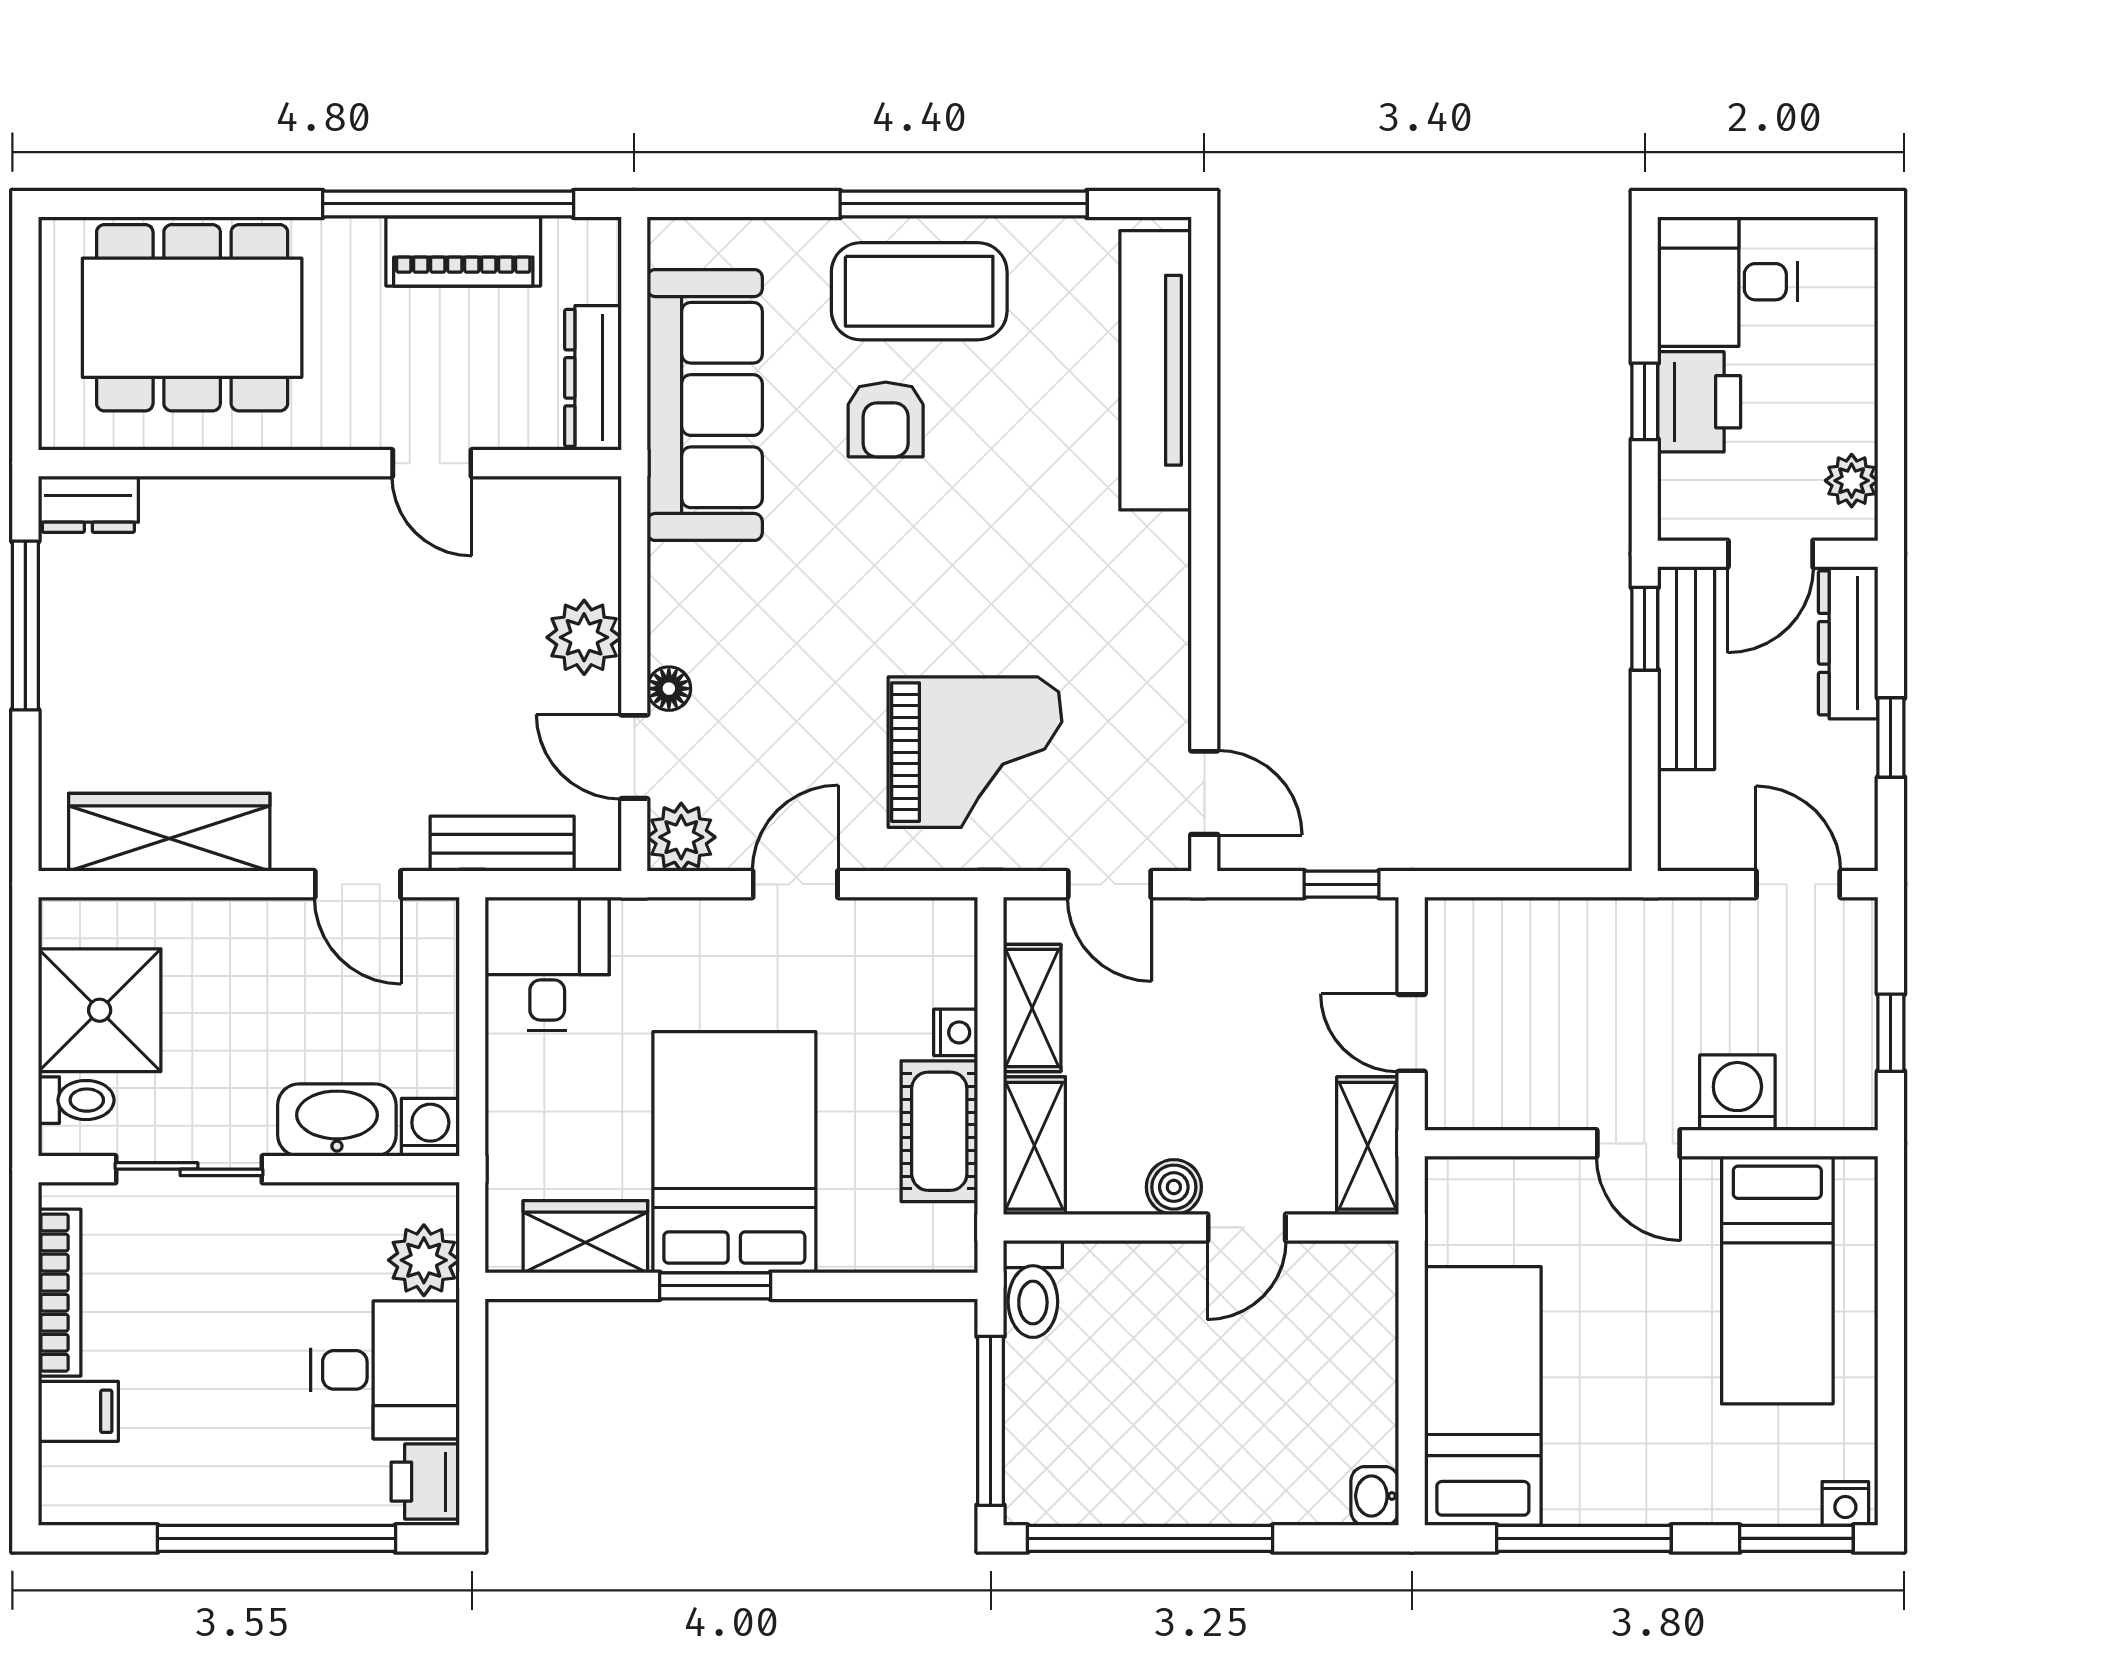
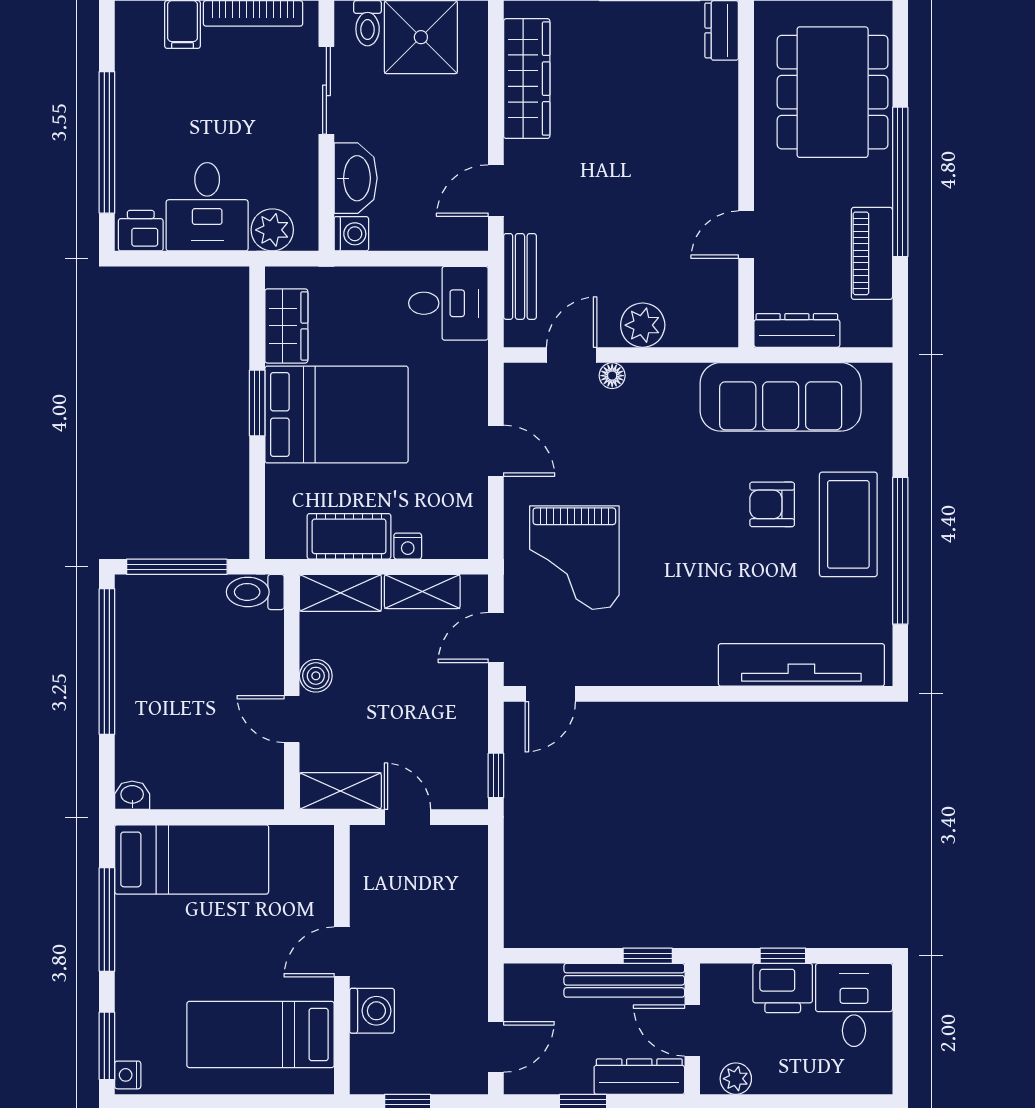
window: (448, 204) -> (900, 182), moved
plant: (681, 837) -> (524, 383), removed
door: (1412, 1033) -> (407, 817), hinge flipped

